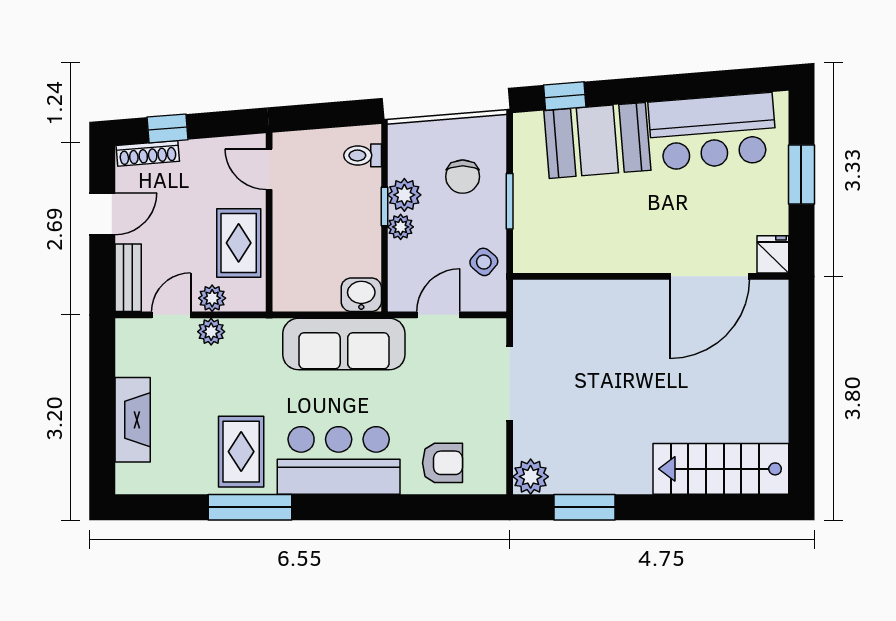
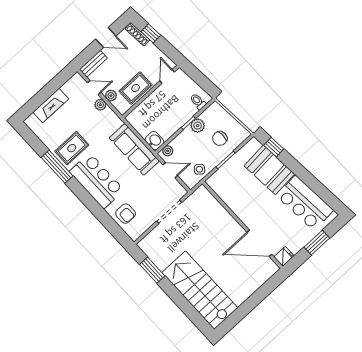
plant: (401, 227) -> (168, 151), moved
stairs: (721, 469) -> (200, 290), width x1.36, depth x1.51
plant: (531, 477) -> (146, 245), removed

